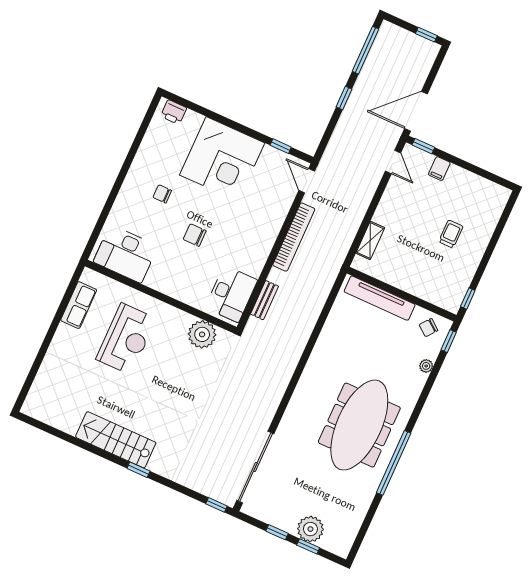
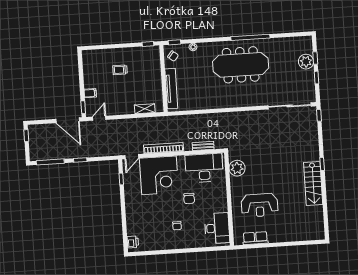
corner desk: (222, 159) -> (159, 175), moved, turned 90
desk: (231, 294) -> (204, 168), width x1.36, depth x1.30
reception desk: (126, 339) -> (260, 205), turned 180

